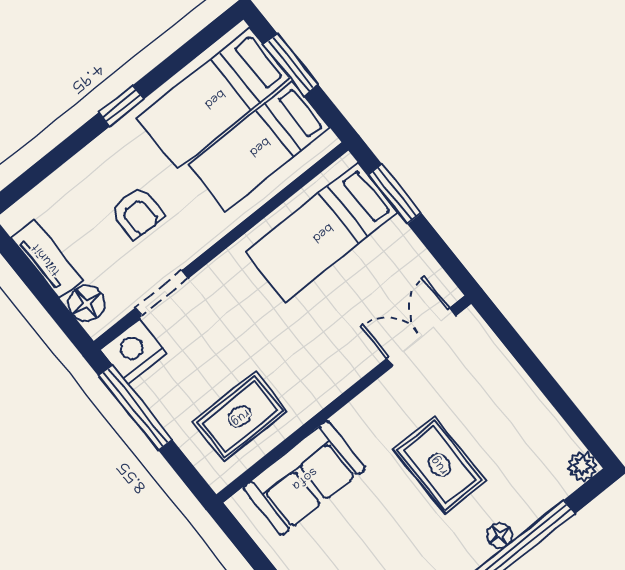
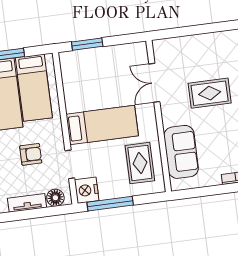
bed: (322, 232) -> (102, 125), moved, turned -90
double door: (421, 337) -> (154, 83), moved

